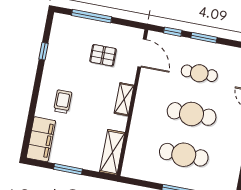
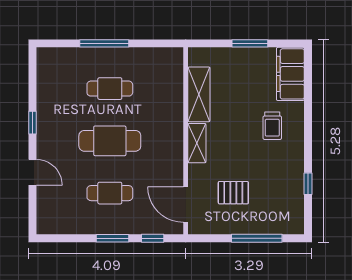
shelving: (112, 152) -> (199, 94), moved
cafe table: (184, 155) -> (110, 89), width x0.73, depth x0.74

